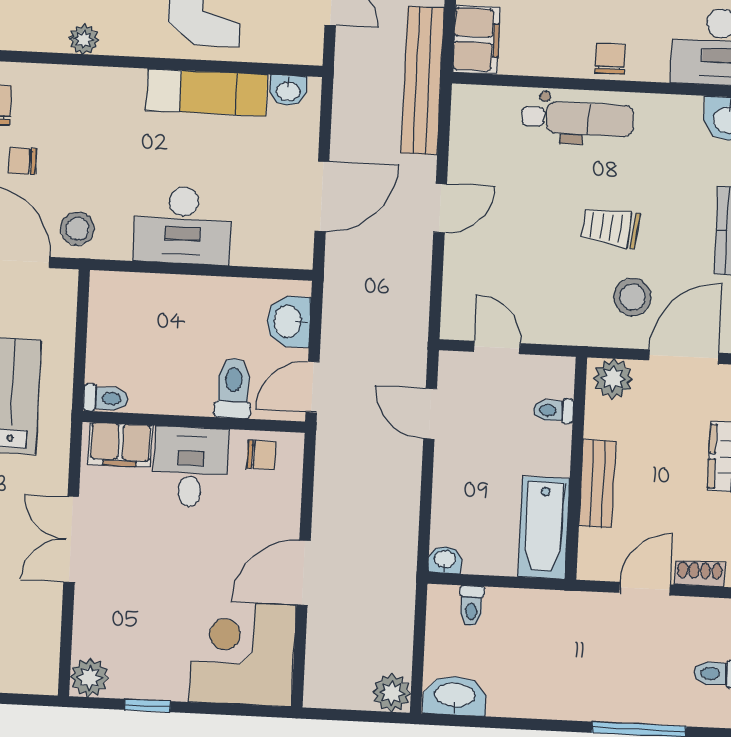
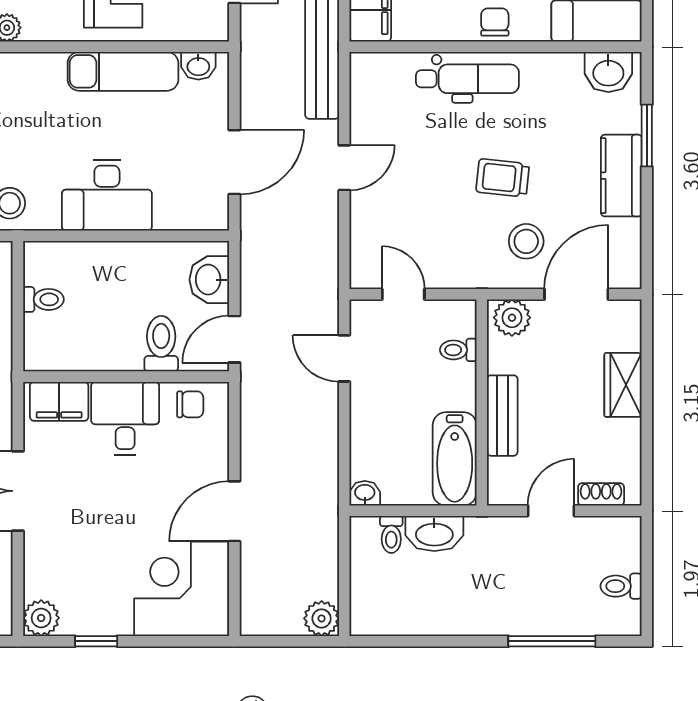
toilet: (106, 398) -> (43, 299), moved
washbasin: (455, 696) -> (434, 534), moved, turned 180

